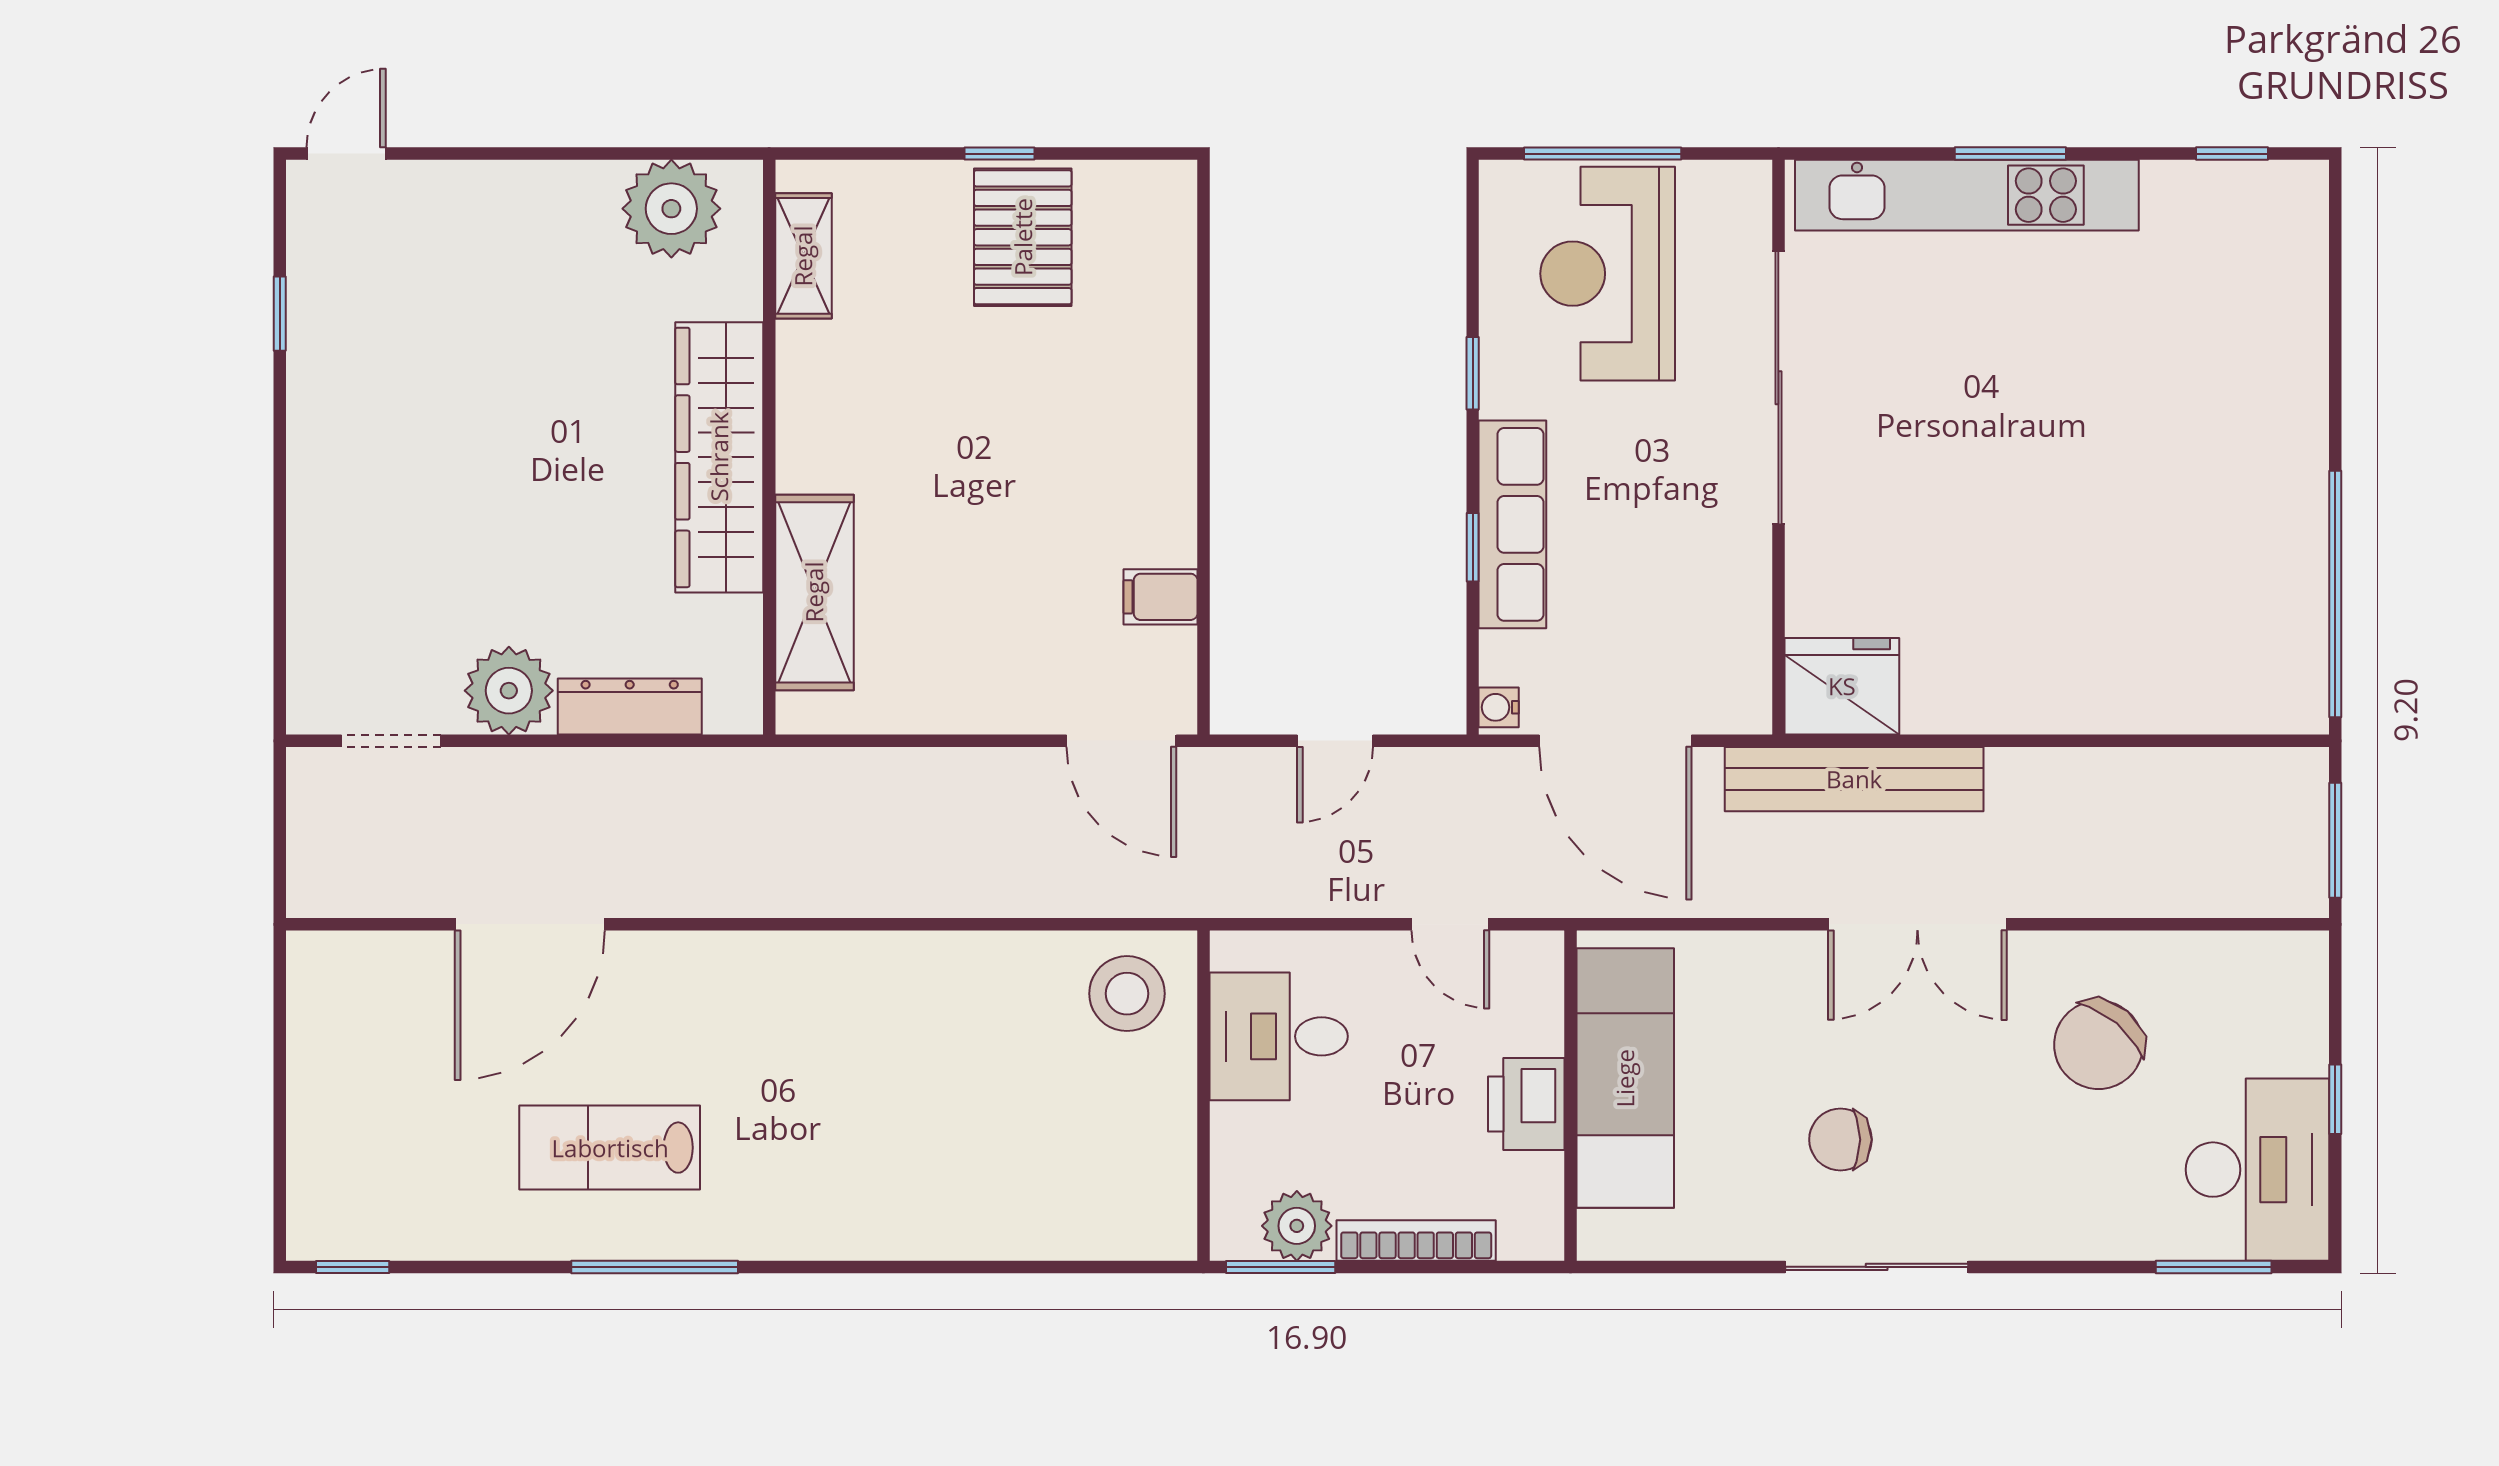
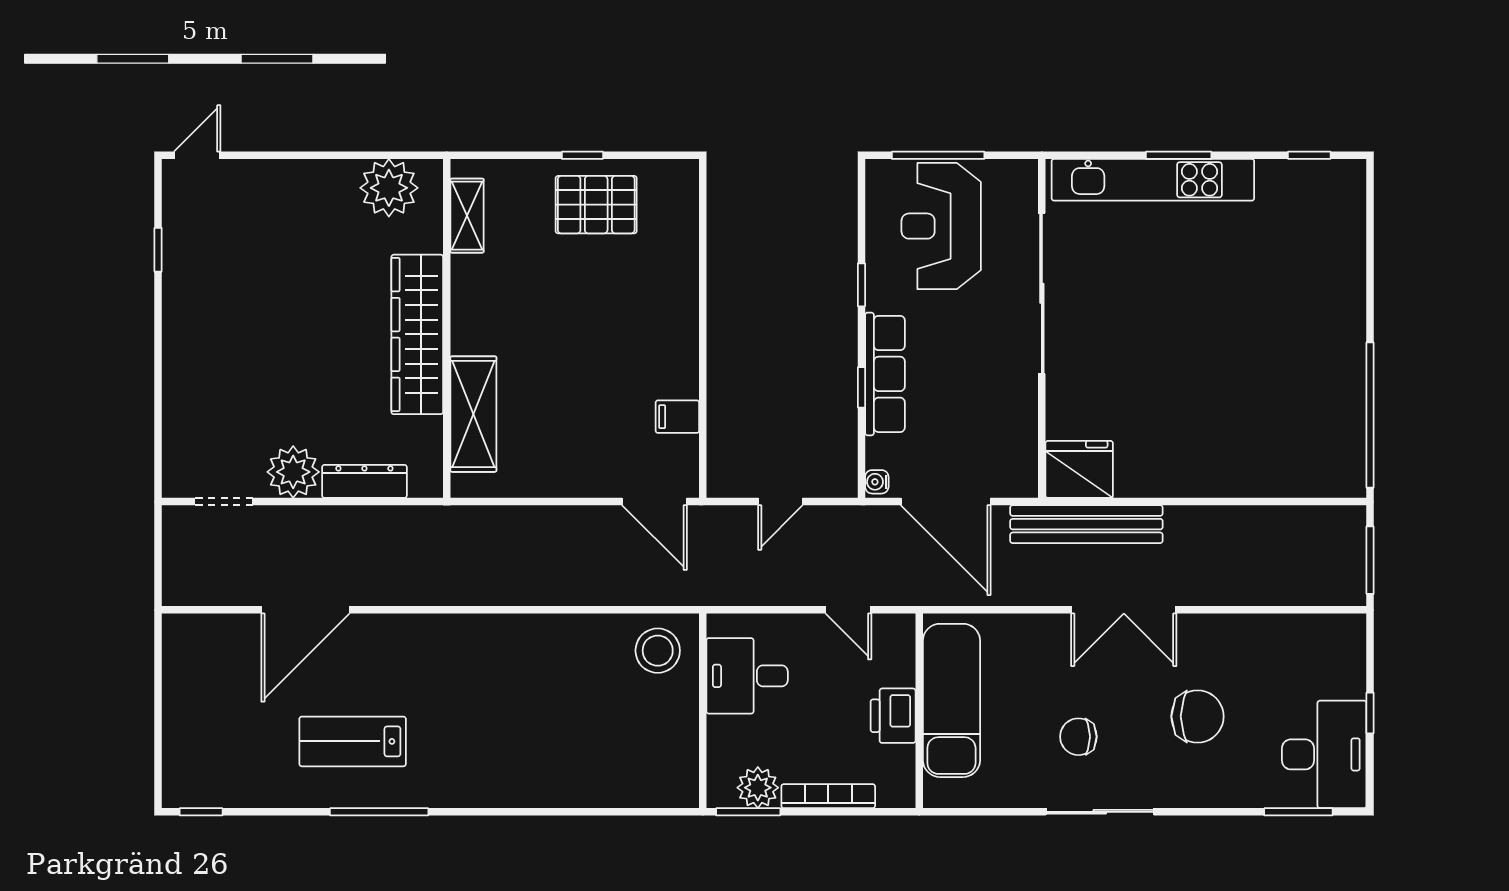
pallet: (1023, 237) -> (596, 205), turned 90
chair: (2099, 1045) -> (1197, 716), moved, turned -130

